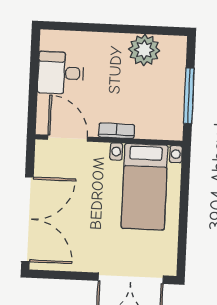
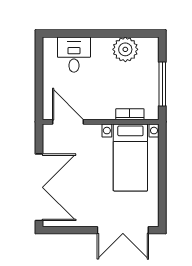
desk: (61, 73) -> (74, 55), moved, turned 90
bookcase: (117, 131) -> (130, 114), moved

